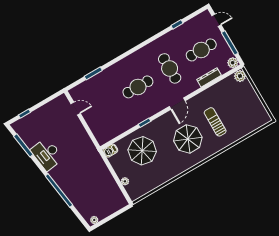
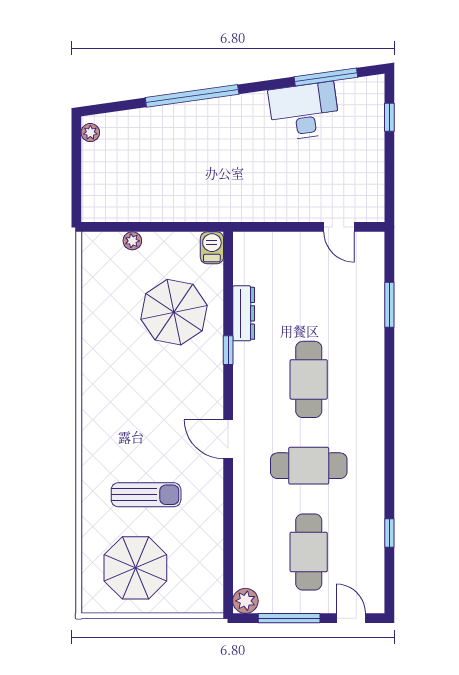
door: (216, 20) -> (351, 618), swing flipped
plant: (240, 76) -> (210, 600), removed
dresser: (209, 77) -> (244, 313), moved
door: (76, 109) -> (339, 227), hinge flipped
parasol: (188, 139) -> (135, 568), moved
desk: (47, 154) -> (304, 111), moved

